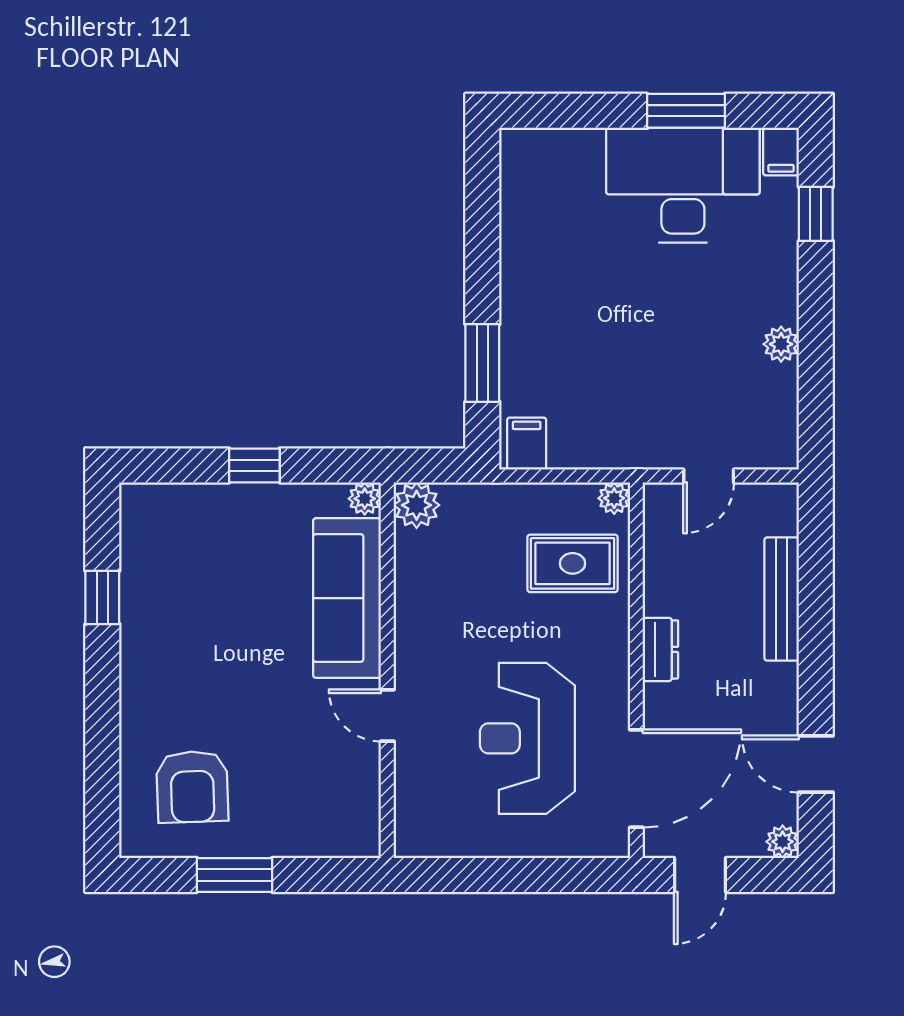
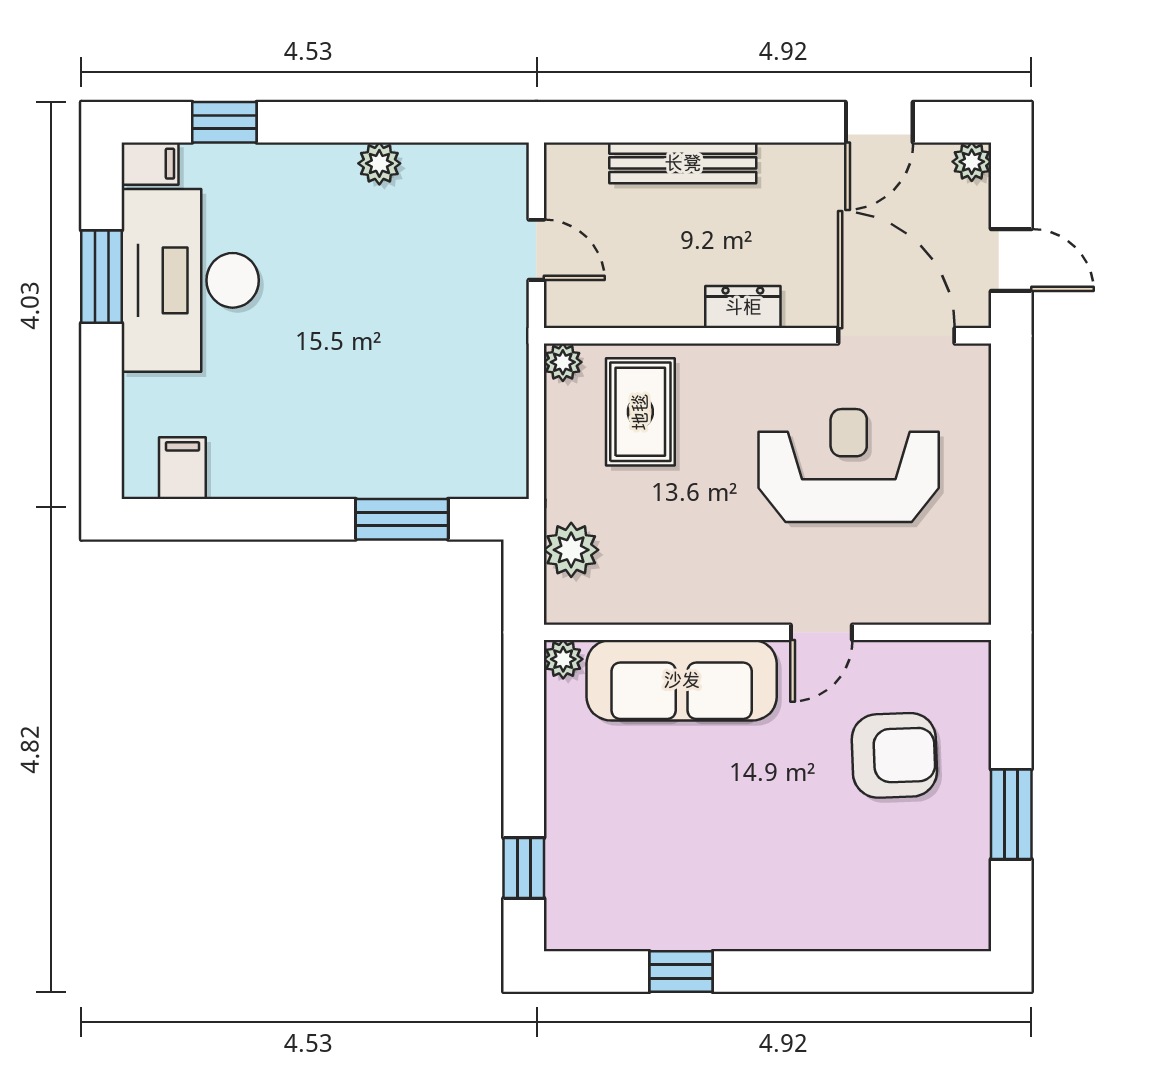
filing cabinet: (527, 444) -> (182, 468), moved, turned 90
window: (254, 465) -> (524, 868), moved
plant: (417, 505) -> (571, 550), moved
reception desk: (527, 738) -> (849, 466), turned 180
armchair: (192, 787) -> (894, 755), moved

